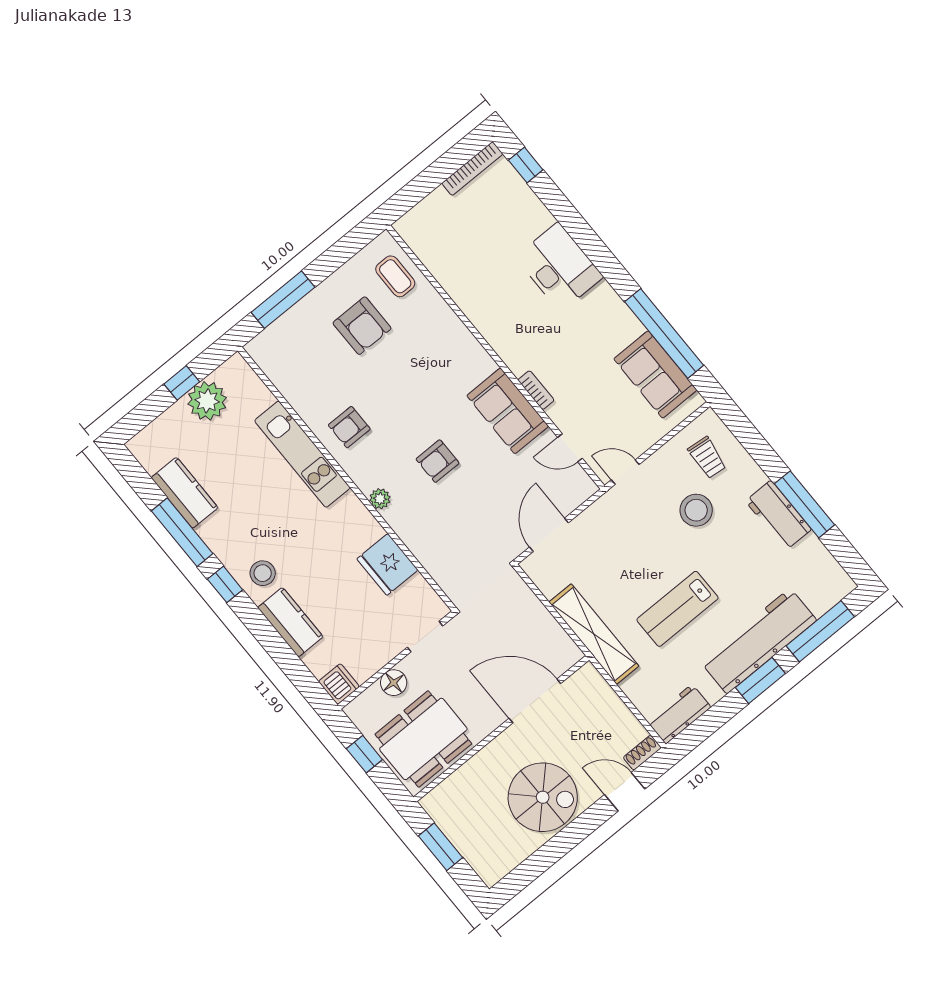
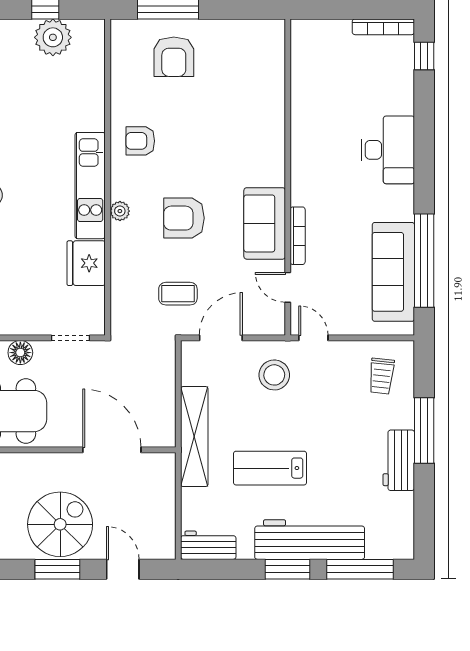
coffee table: (395, 276) -> (178, 294), moved, turned 90
armchair: (362, 326) -> (174, 57), moved
sofa: (655, 375) -> (393, 272), width x1.36
bookcase: (536, 390) -> (298, 236), width x1.56
kitchen unit: (302, 454) -> (90, 186), moved
armchair: (438, 461) -> (184, 218), width x1.38, depth x1.38
window: (804, 504) -> (424, 430), moved
stool: (696, 510) -> (274, 375), moved
shoe rack: (642, 753) -> (159, 551), removed
spiral stairs: (543, 797) -> (60, 524), turned -90
window: (571, 836) -> (57, 569), added

